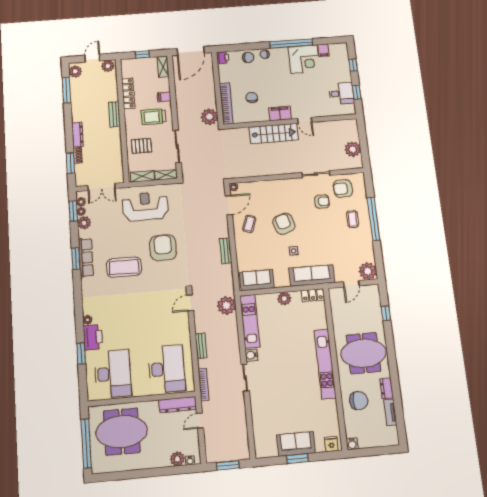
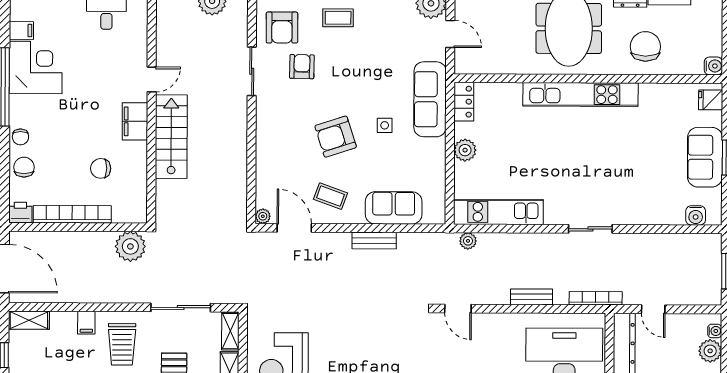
bookcase: (226, 104) -> (72, 214), moved
armchair: (163, 248) -> (359, 346), removed
sofa: (257, 280) -> (394, 208), moved, turned 90
plant: (227, 305) -> (468, 241), width x0.53, depth x0.53
water cooler: (251, 355) -> (696, 215), moved

